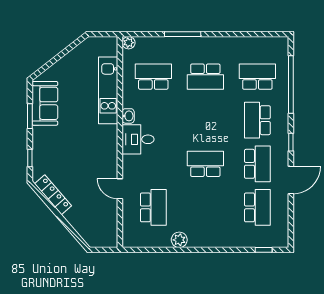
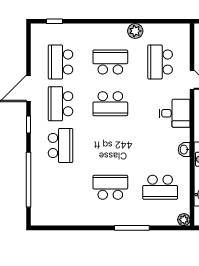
school desk: (257, 77) -> (110, 62), moved, turned 180
desk: (138, 139) -> (175, 113), moved

